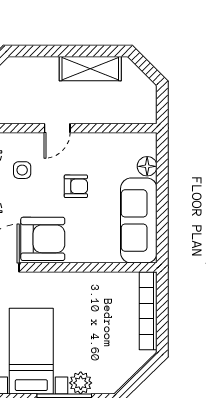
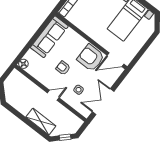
shelving: (90, 69) -> (41, 122), moved
floor lamp: (147, 166) -> (23, 64), moved

